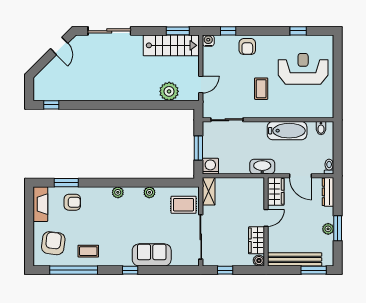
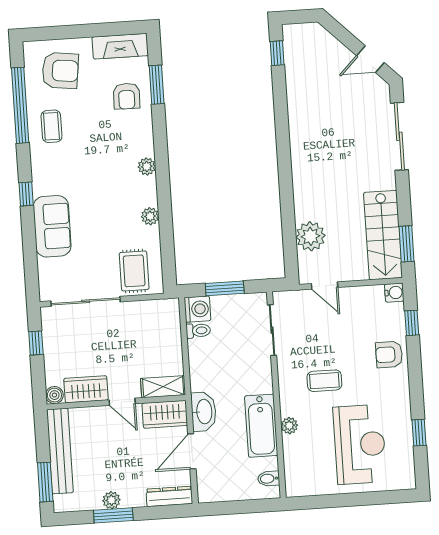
plant: (288, 113) -> (289, 426), added
washbasin: (262, 167) -> (204, 412), moved
toilet: (329, 167) -> (198, 331), moved
shelving: (209, 191) -> (163, 387), moved

